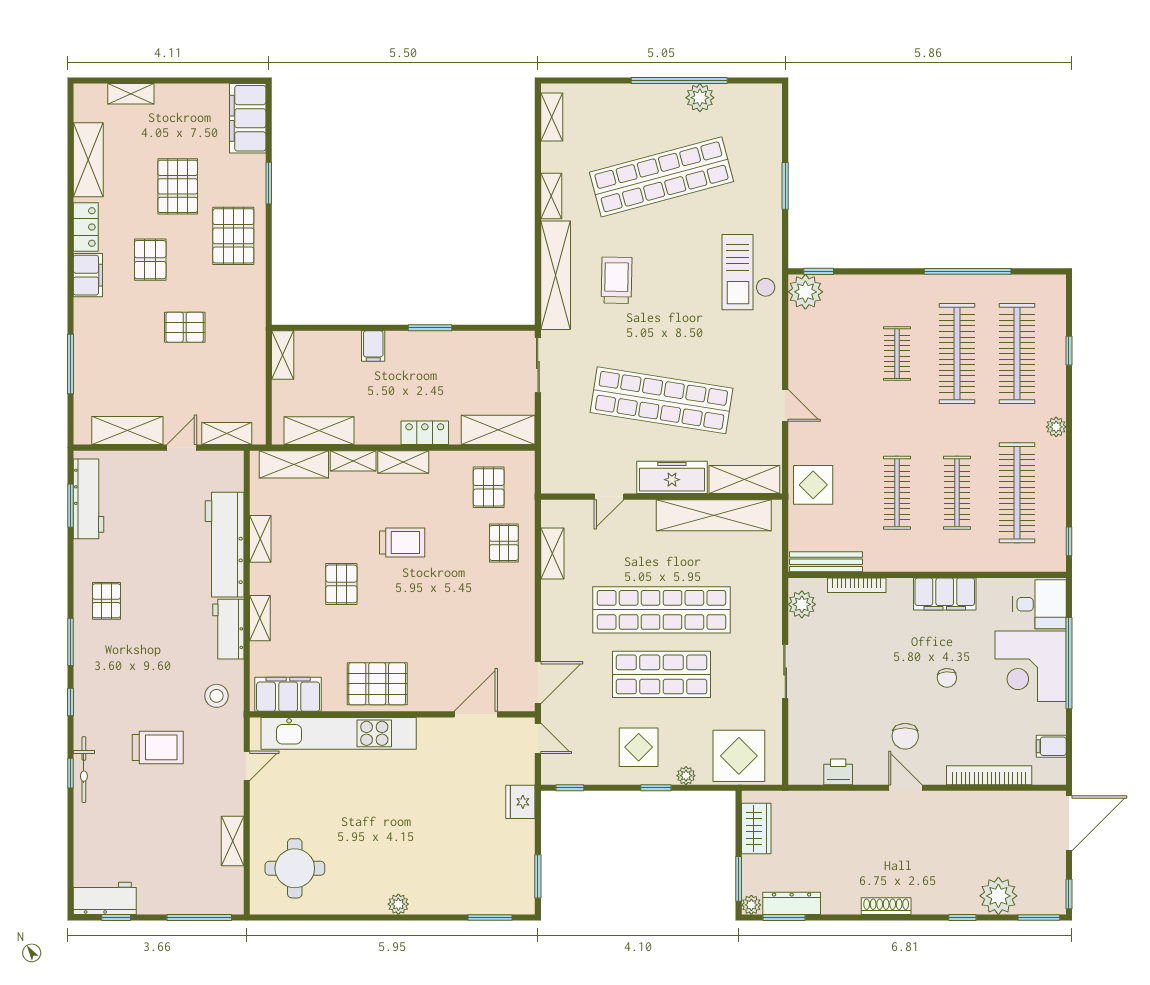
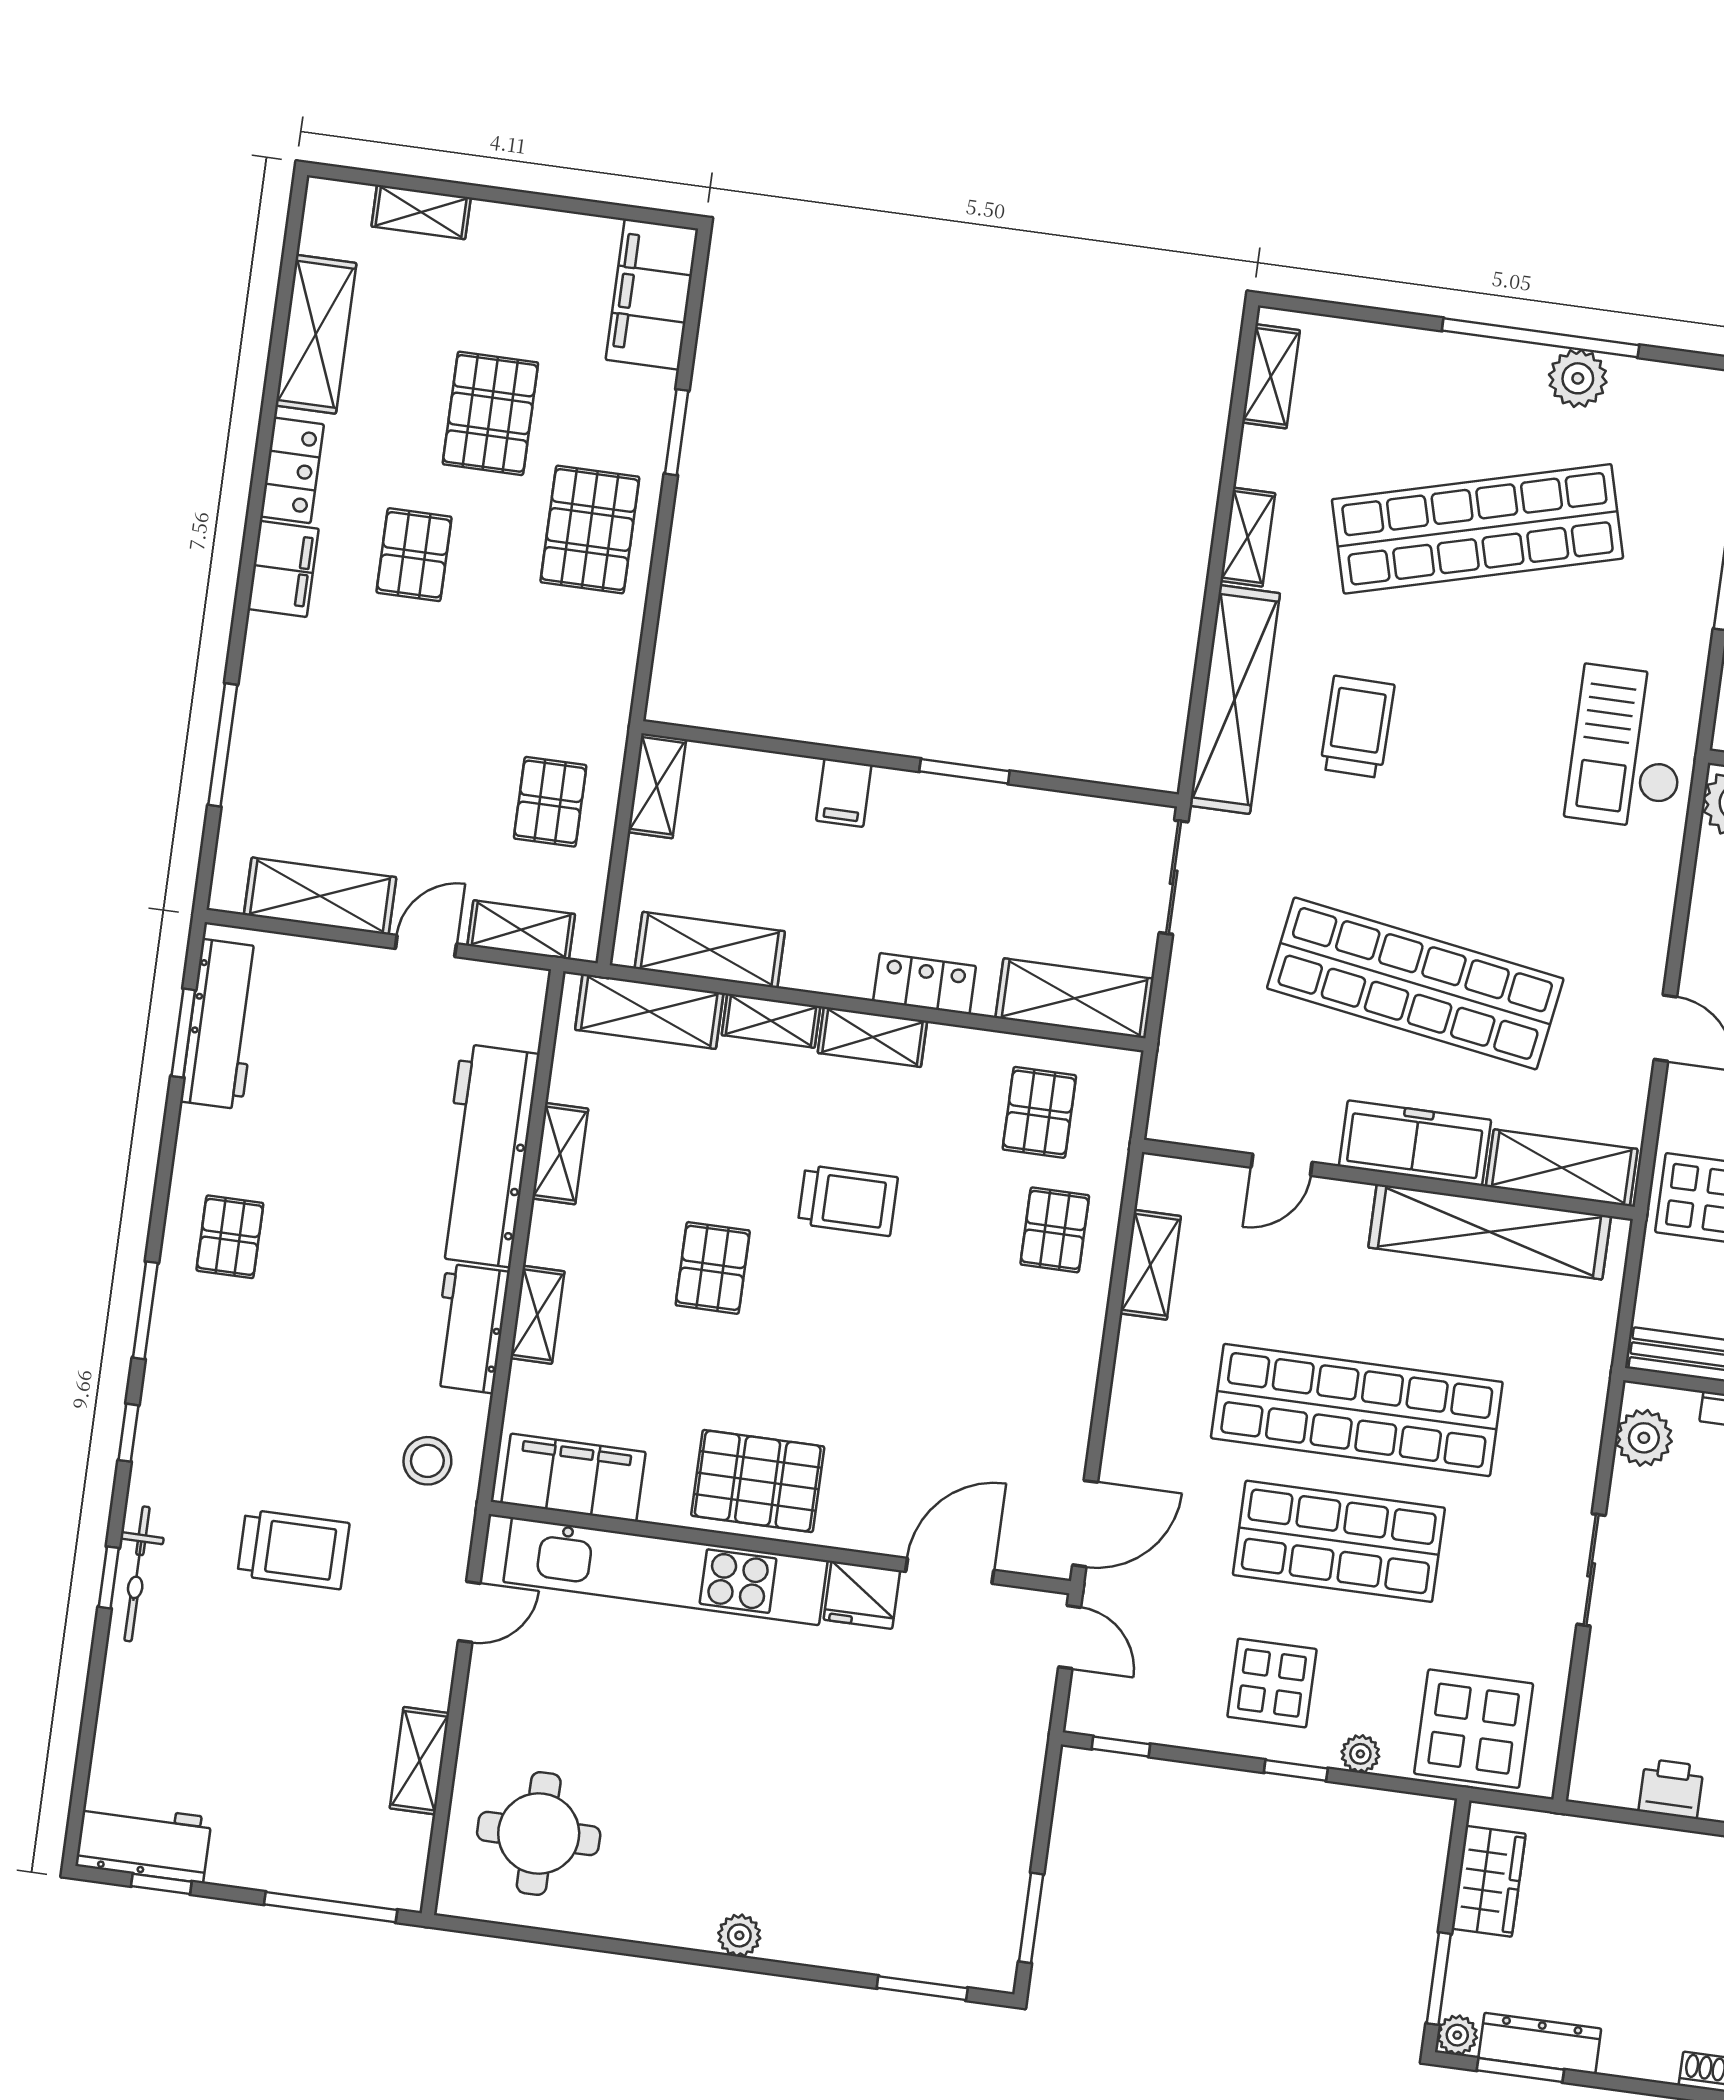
pallet: (185, 327) -> (550, 802), moved, turned 90
fridge: (520, 802) -> (862, 1595), moved, turned -90

